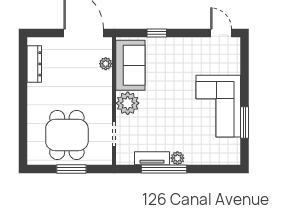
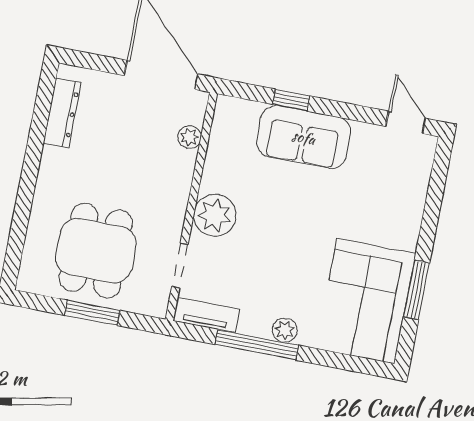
sofa: (130, 65) -> (304, 137), moved, turned 90
corner sofa: (218, 106) -> (366, 301), moved
tv unit: (152, 158) -> (206, 315), moved

